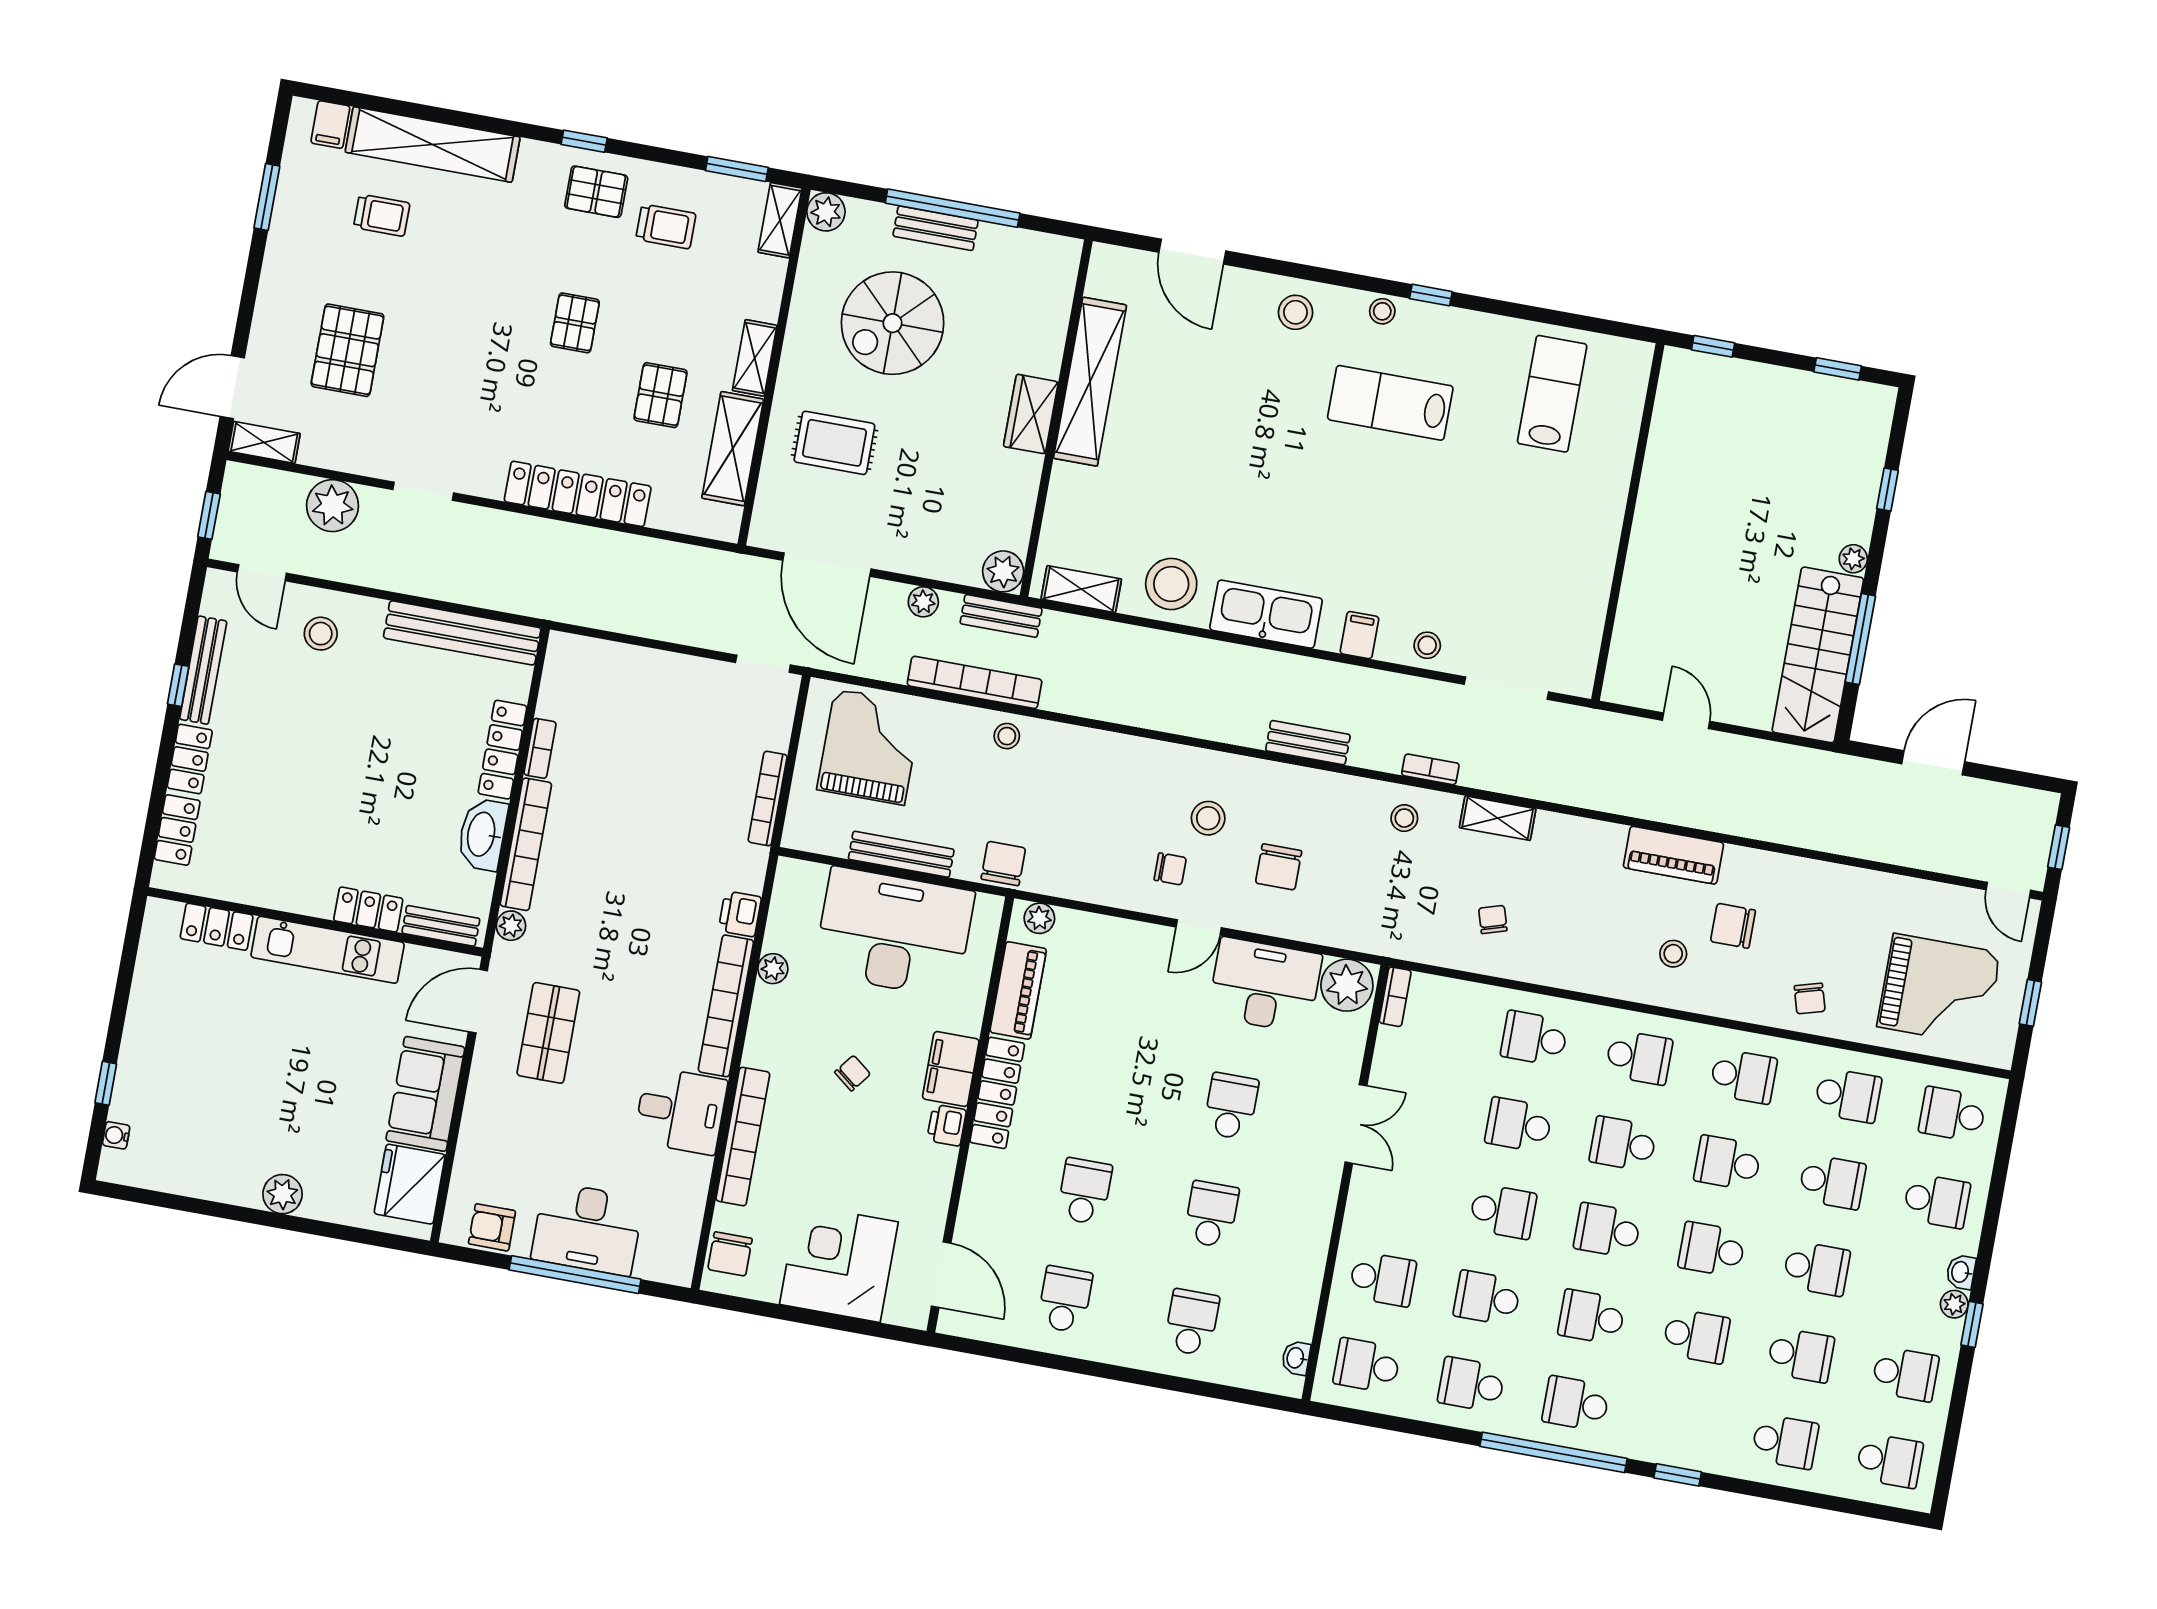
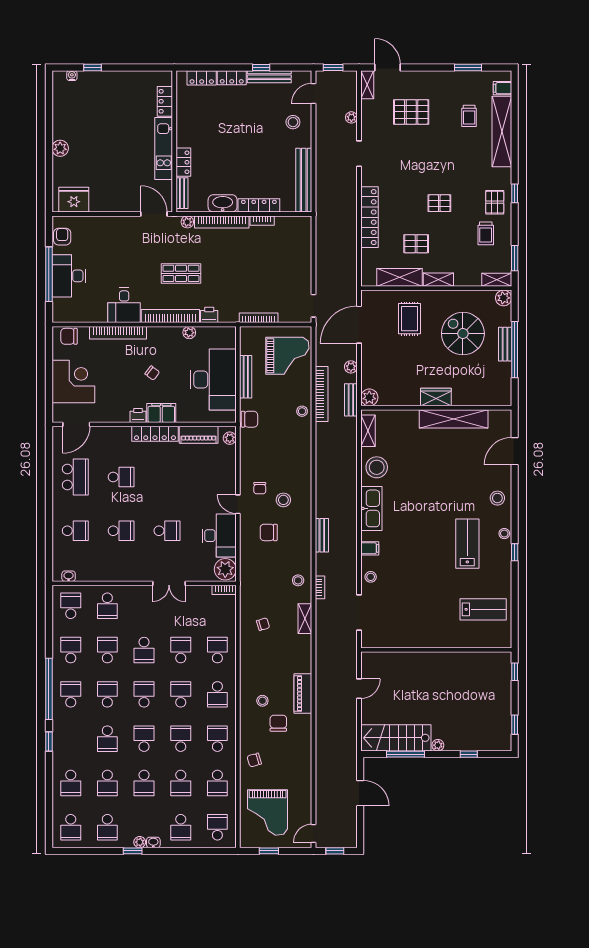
plant: (333, 506) -> (351, 117), width x0.53, depth x0.53
shop shelf: (548, 1033) -> (181, 273), moved
school desk: (1743, 1076) -> (217, 739), turned 180
sofa: (425, 1094) -> (112, 199), removed
school desk: (1065, 1299) -> (75, 477), width x1.85

